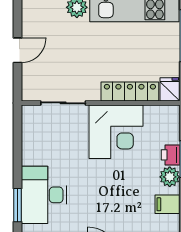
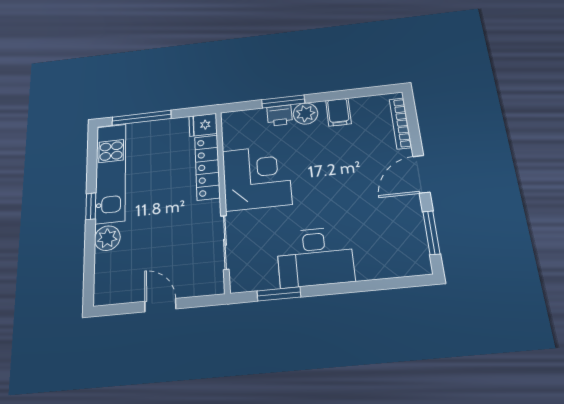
desk: (44, 195) -> (315, 257), moved
window: (18, 205) -> (279, 294), moved

